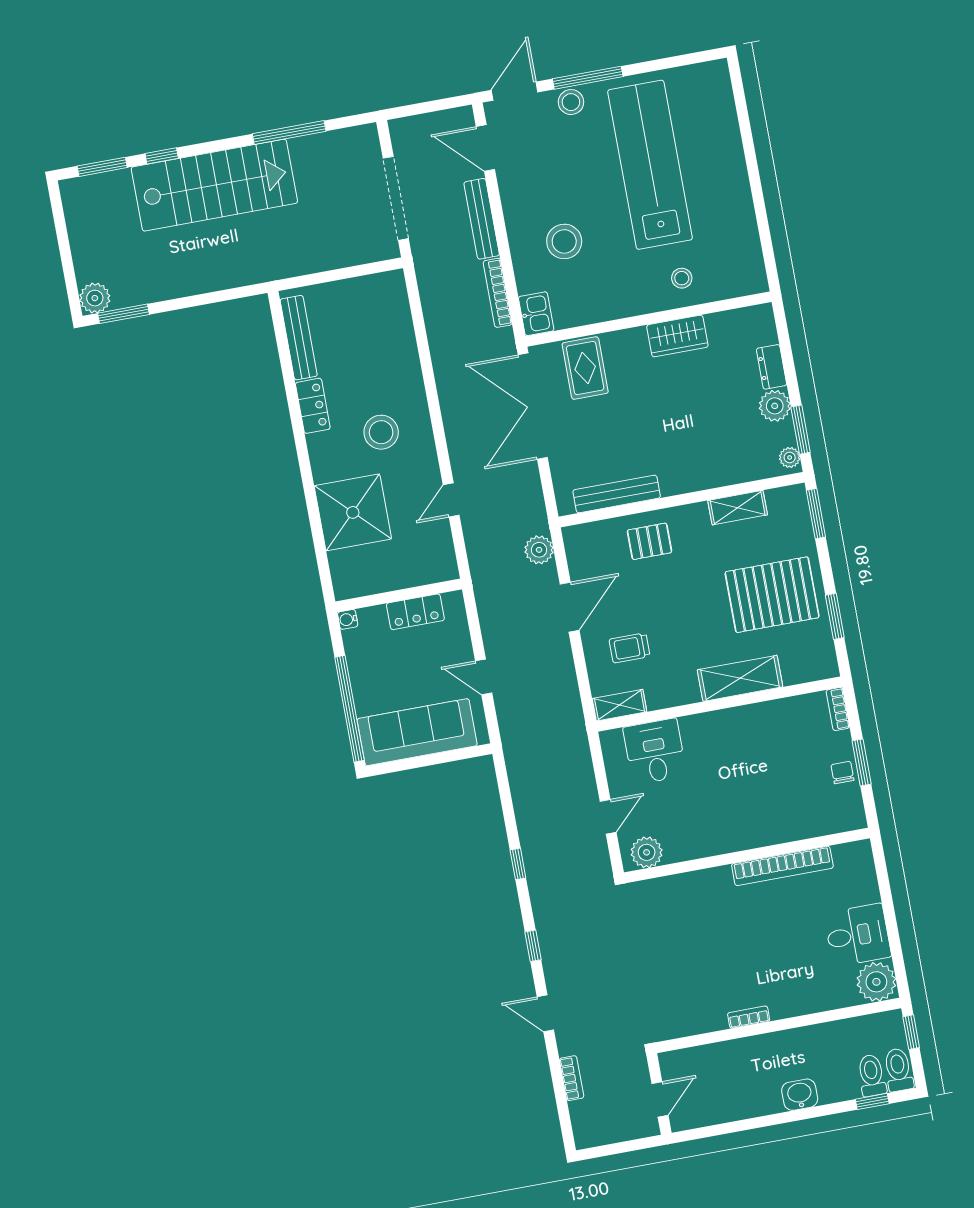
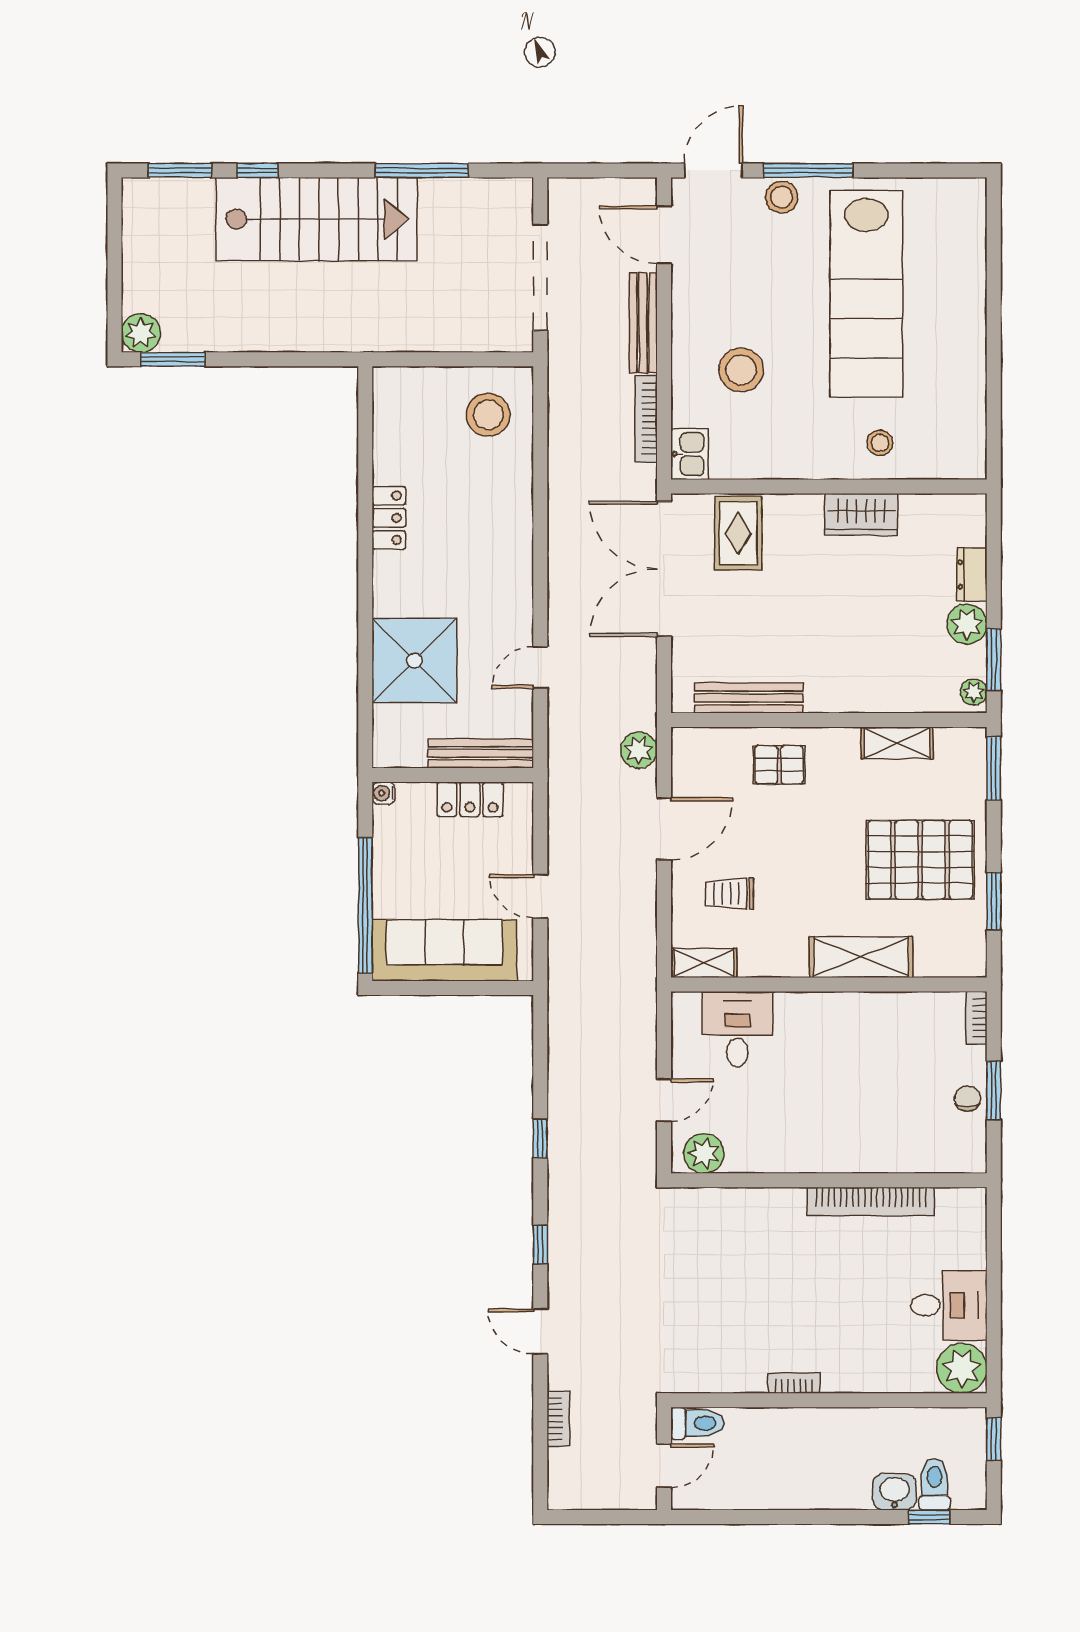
lab bench: (650, 165) -> (866, 294), turned 180
bench: (299, 338) -> (481, 753), moved, turned 90
stool: (381, 432) -> (488, 415), moved
toilet: (898, 1070) -> (698, 1423), moved, turned 90
washbasin: (800, 1095) -> (894, 1492), moved

